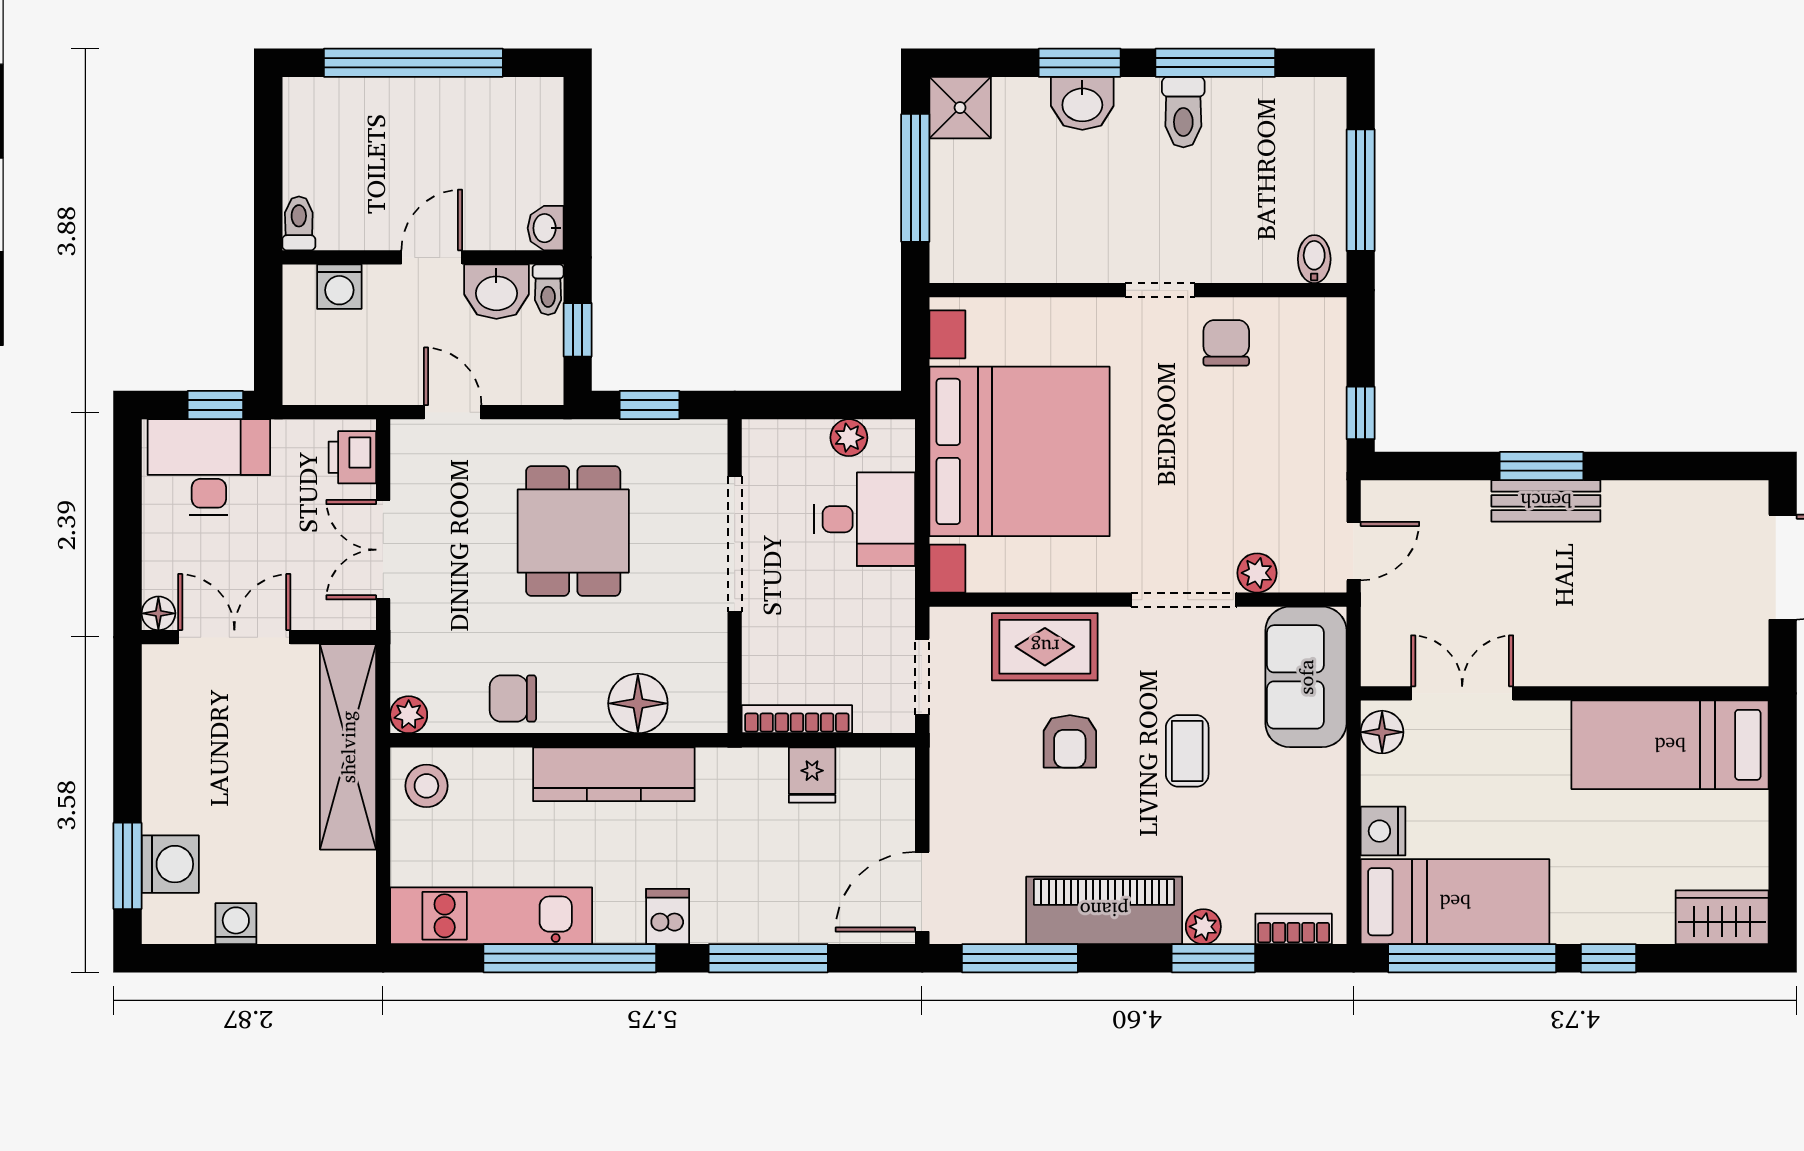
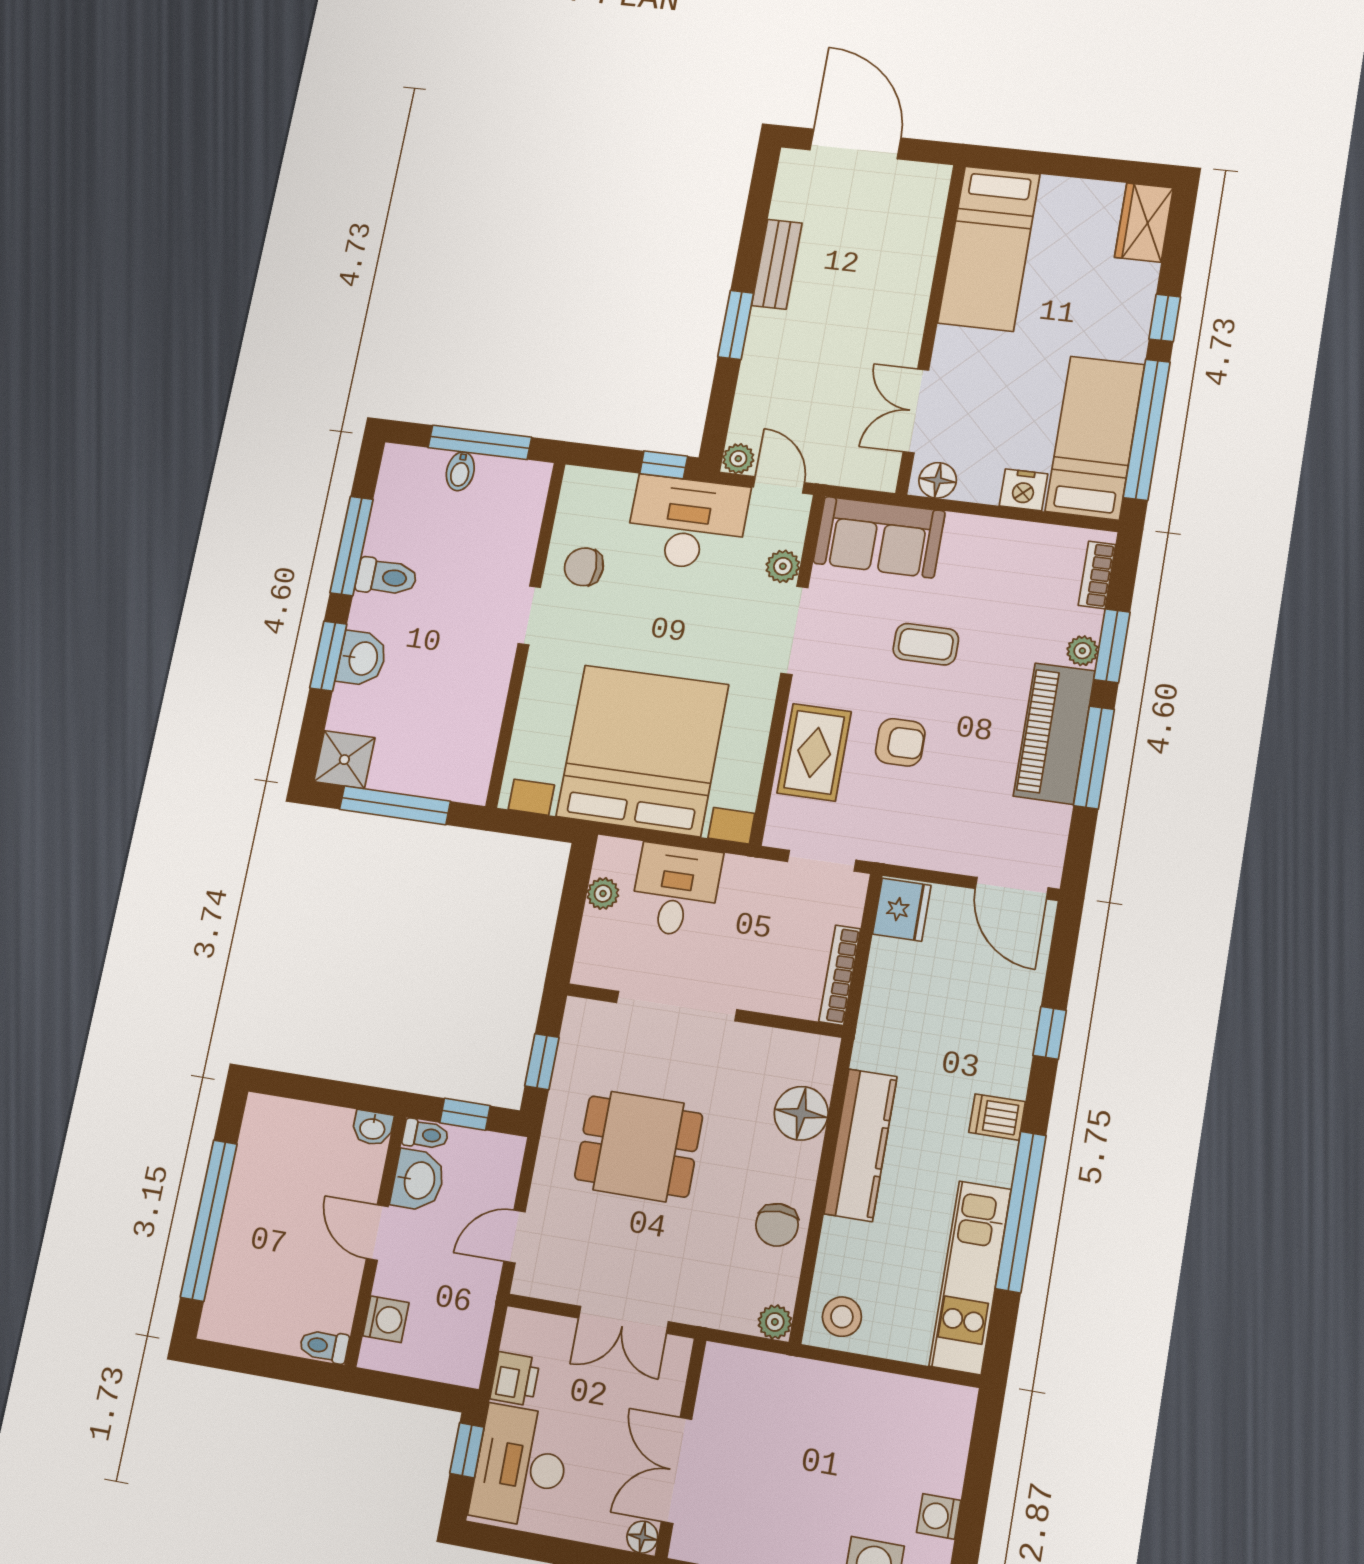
bidet: (1314, 259) -> (460, 471), moved, turned -90
desk: (1294, 453) -> (687, 523), added
printer: (352, 457) -> (515, 1379), moved, turned -90
plant: (1379, 499) -> (738, 459), added
bench: (1546, 501) -> (777, 264), moved
shelving: (348, 747) -> (794, 1383), removed
fridge: (812, 775) -> (902, 910), moved, width x1.38
window: (768, 958) -> (1050, 1033), width x0.46
window: (1020, 958) -> (1094, 757), moved

